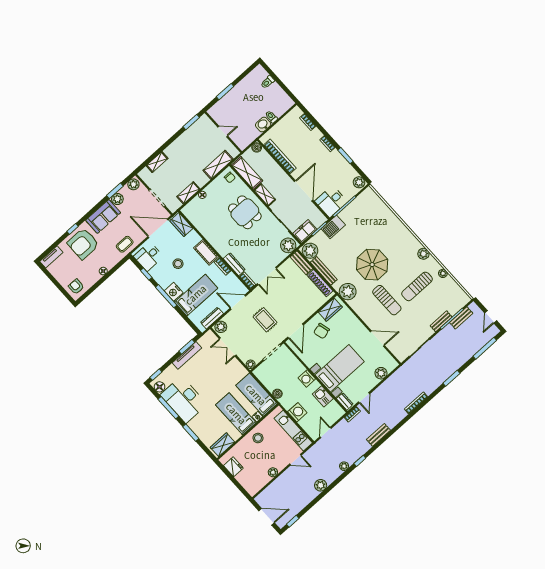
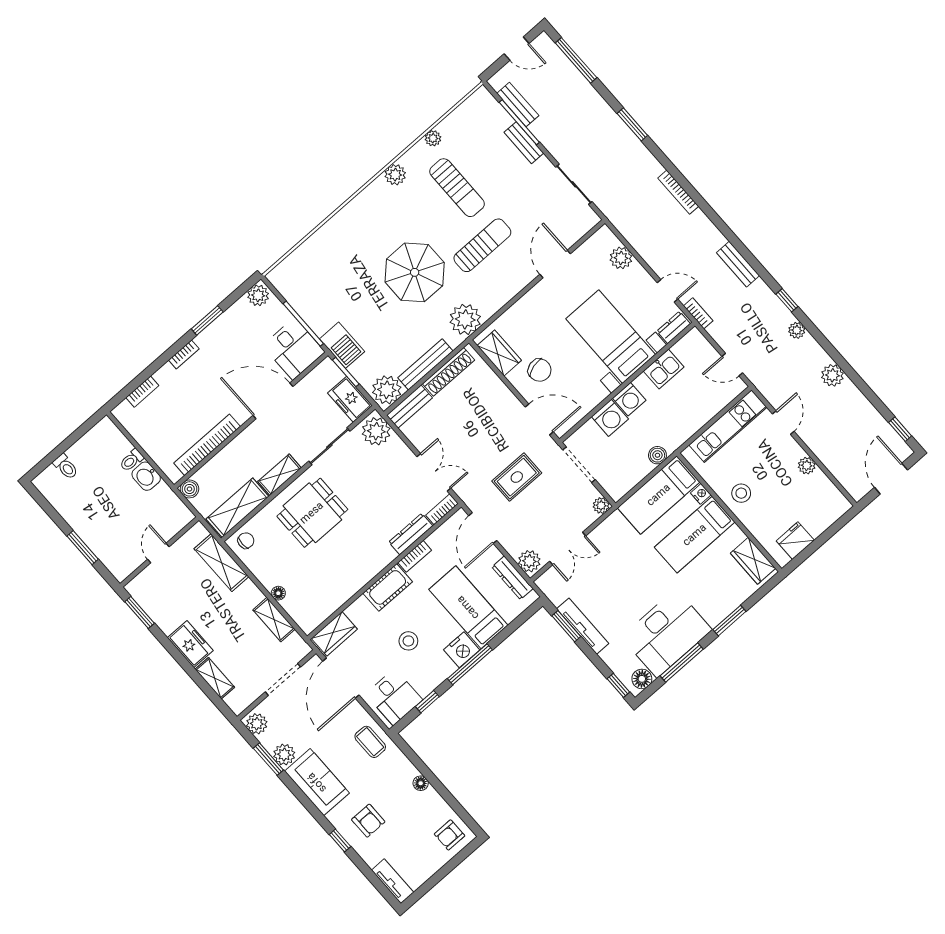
freezer: (175, 149) -> (190, 644), added
armchair: (83, 244) -> (368, 821), width x0.53, depth x0.53
washing machine: (297, 412) -> (610, 418), moved, turned 180

